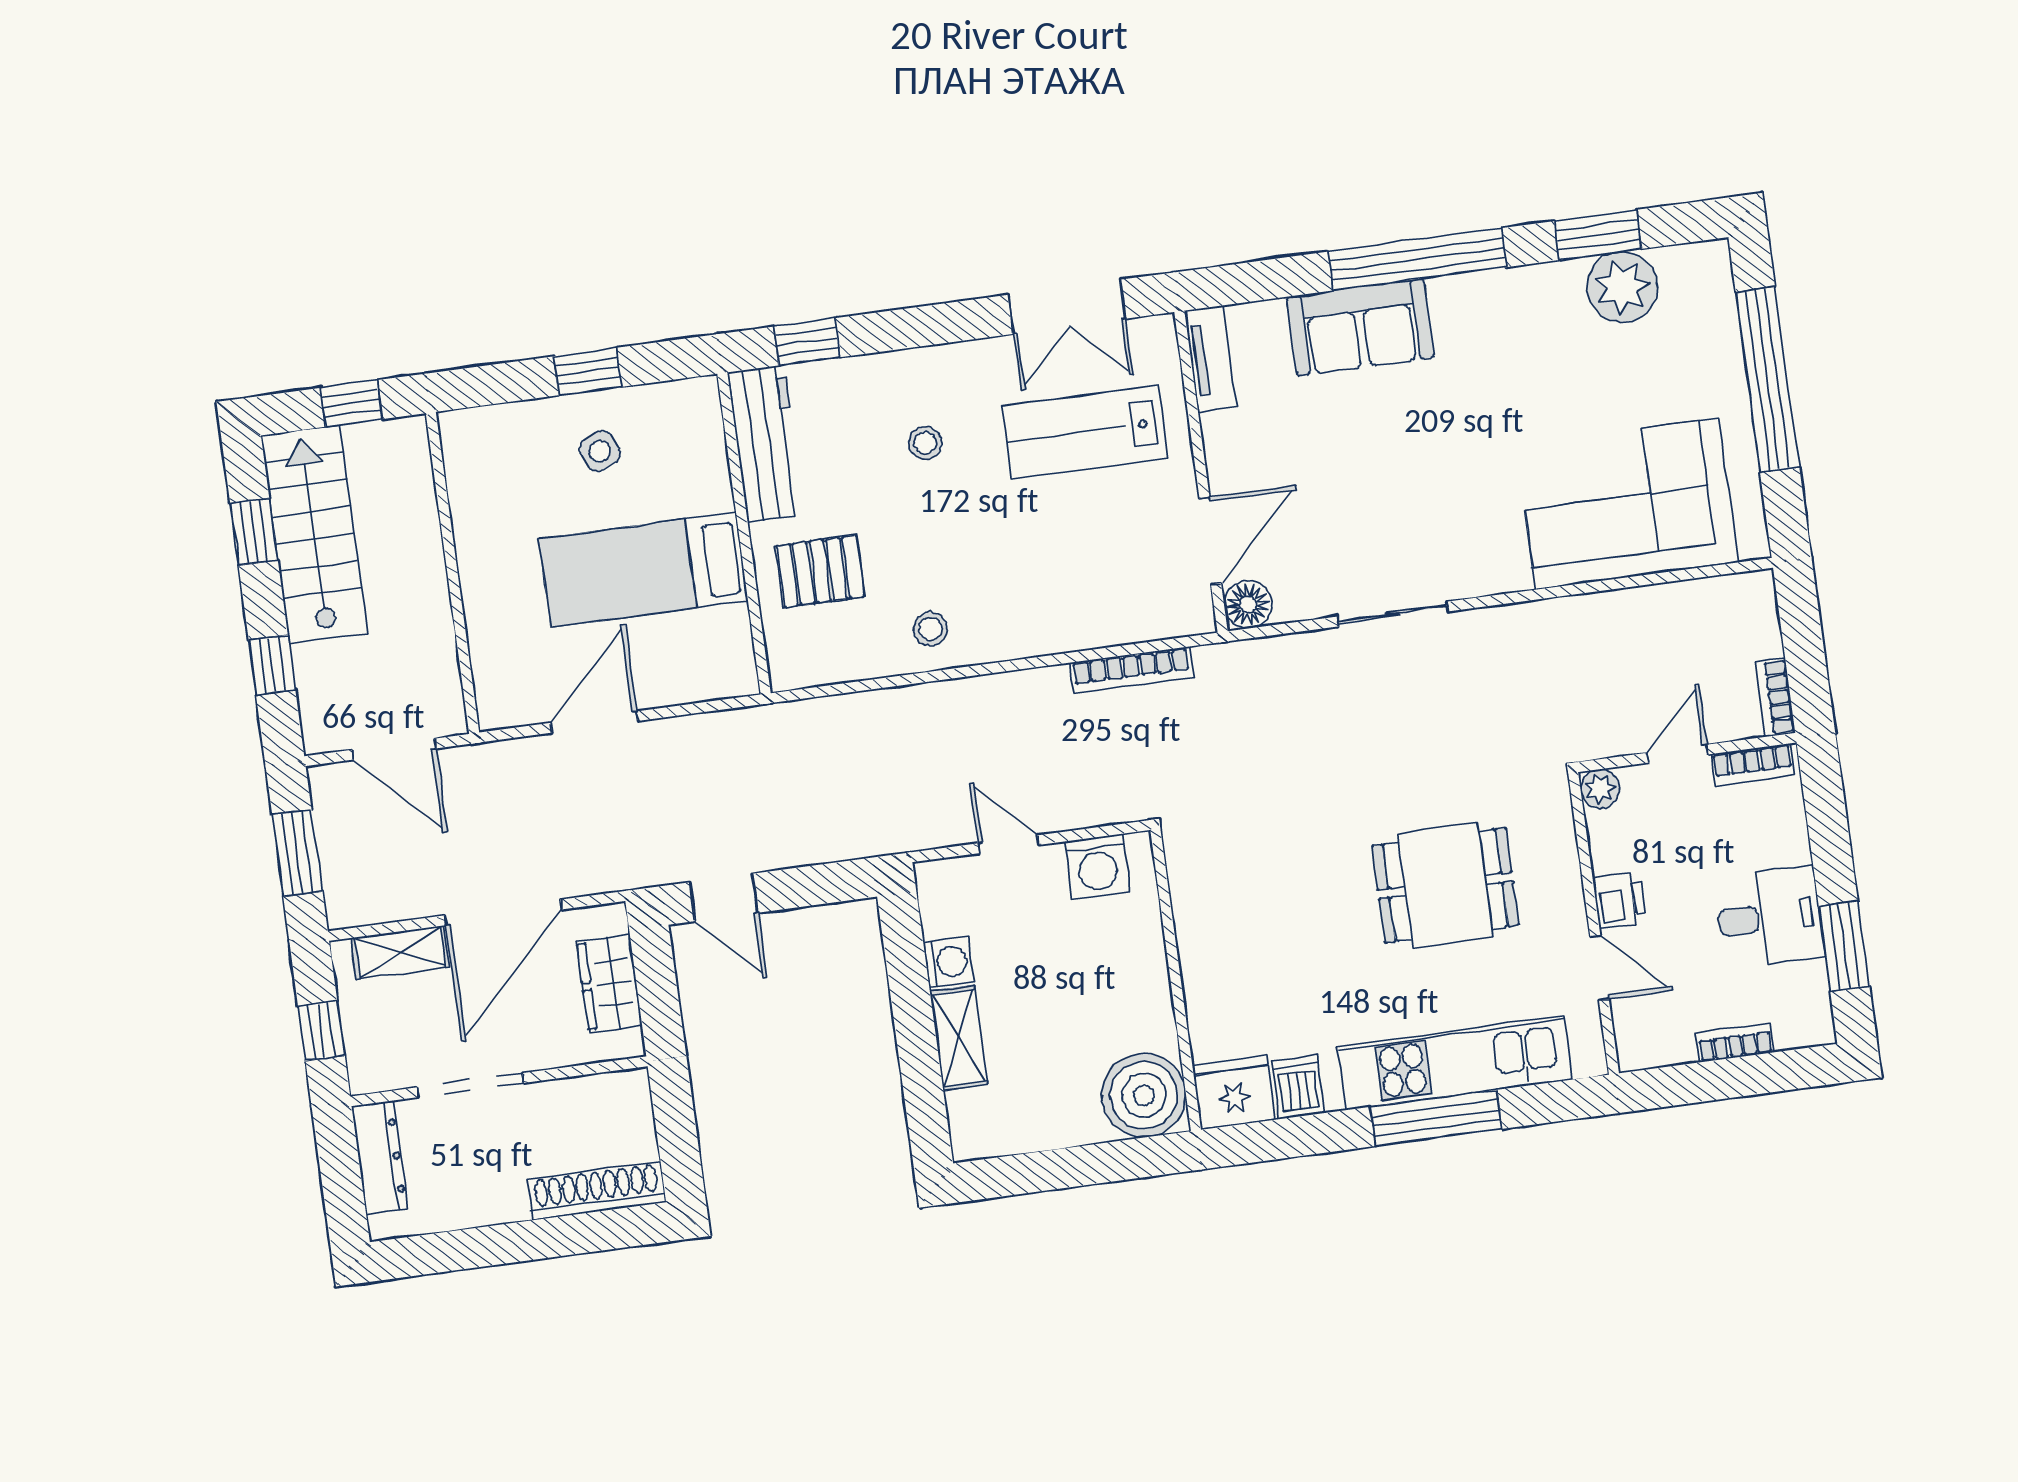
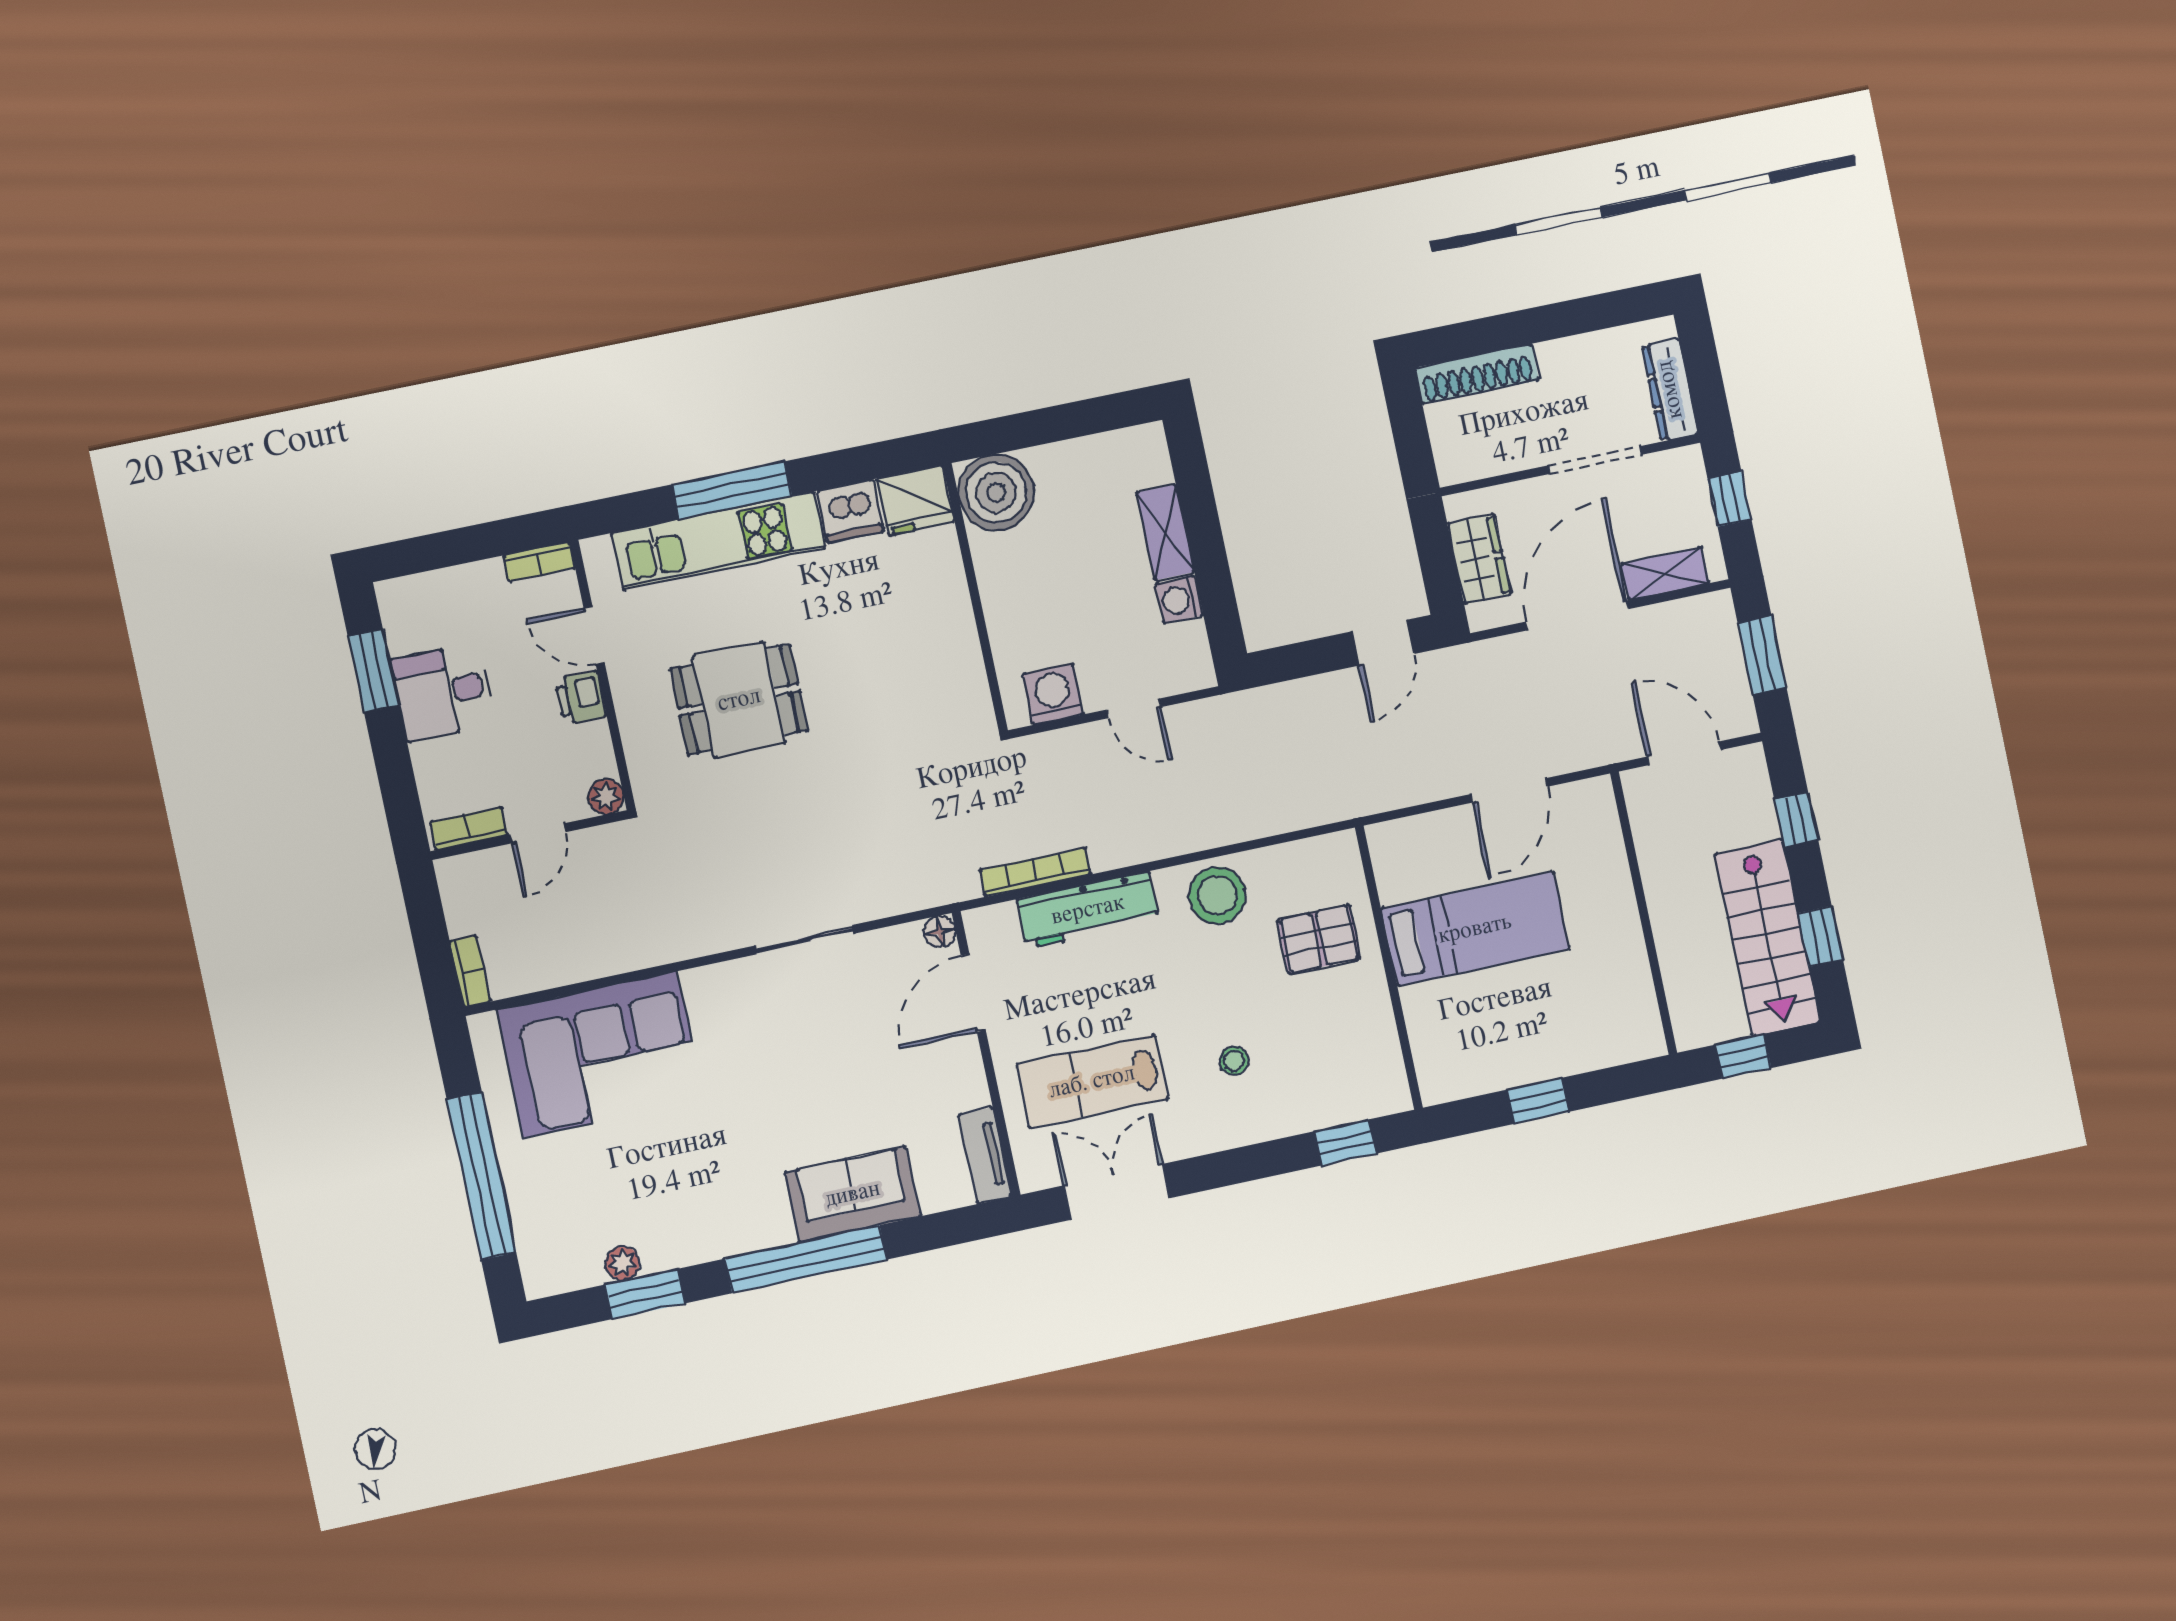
plant: (1622, 287) -> (623, 1263), width x0.53, depth x0.53
lab bench: (1085, 432) -> (1092, 1082), turned 180
workbench: (766, 444) -> (1088, 910), moved, turned -90
side table: (600, 451) -> (1522, 1031), removed
floor lamp: (1248, 605) -> (940, 931), width x0.73, depth x0.73
stool: (930, 629) -> (1217, 895), width x1.89, depth x1.89
bookcase: (1775, 697) -> (470, 971), moved
door: (724, 897) -> (1383, 643), swing flipped
bookcase: (1735, 1043) -> (539, 562), moved
dishwasher: (1298, 1087) -> (850, 511), width x1.38

